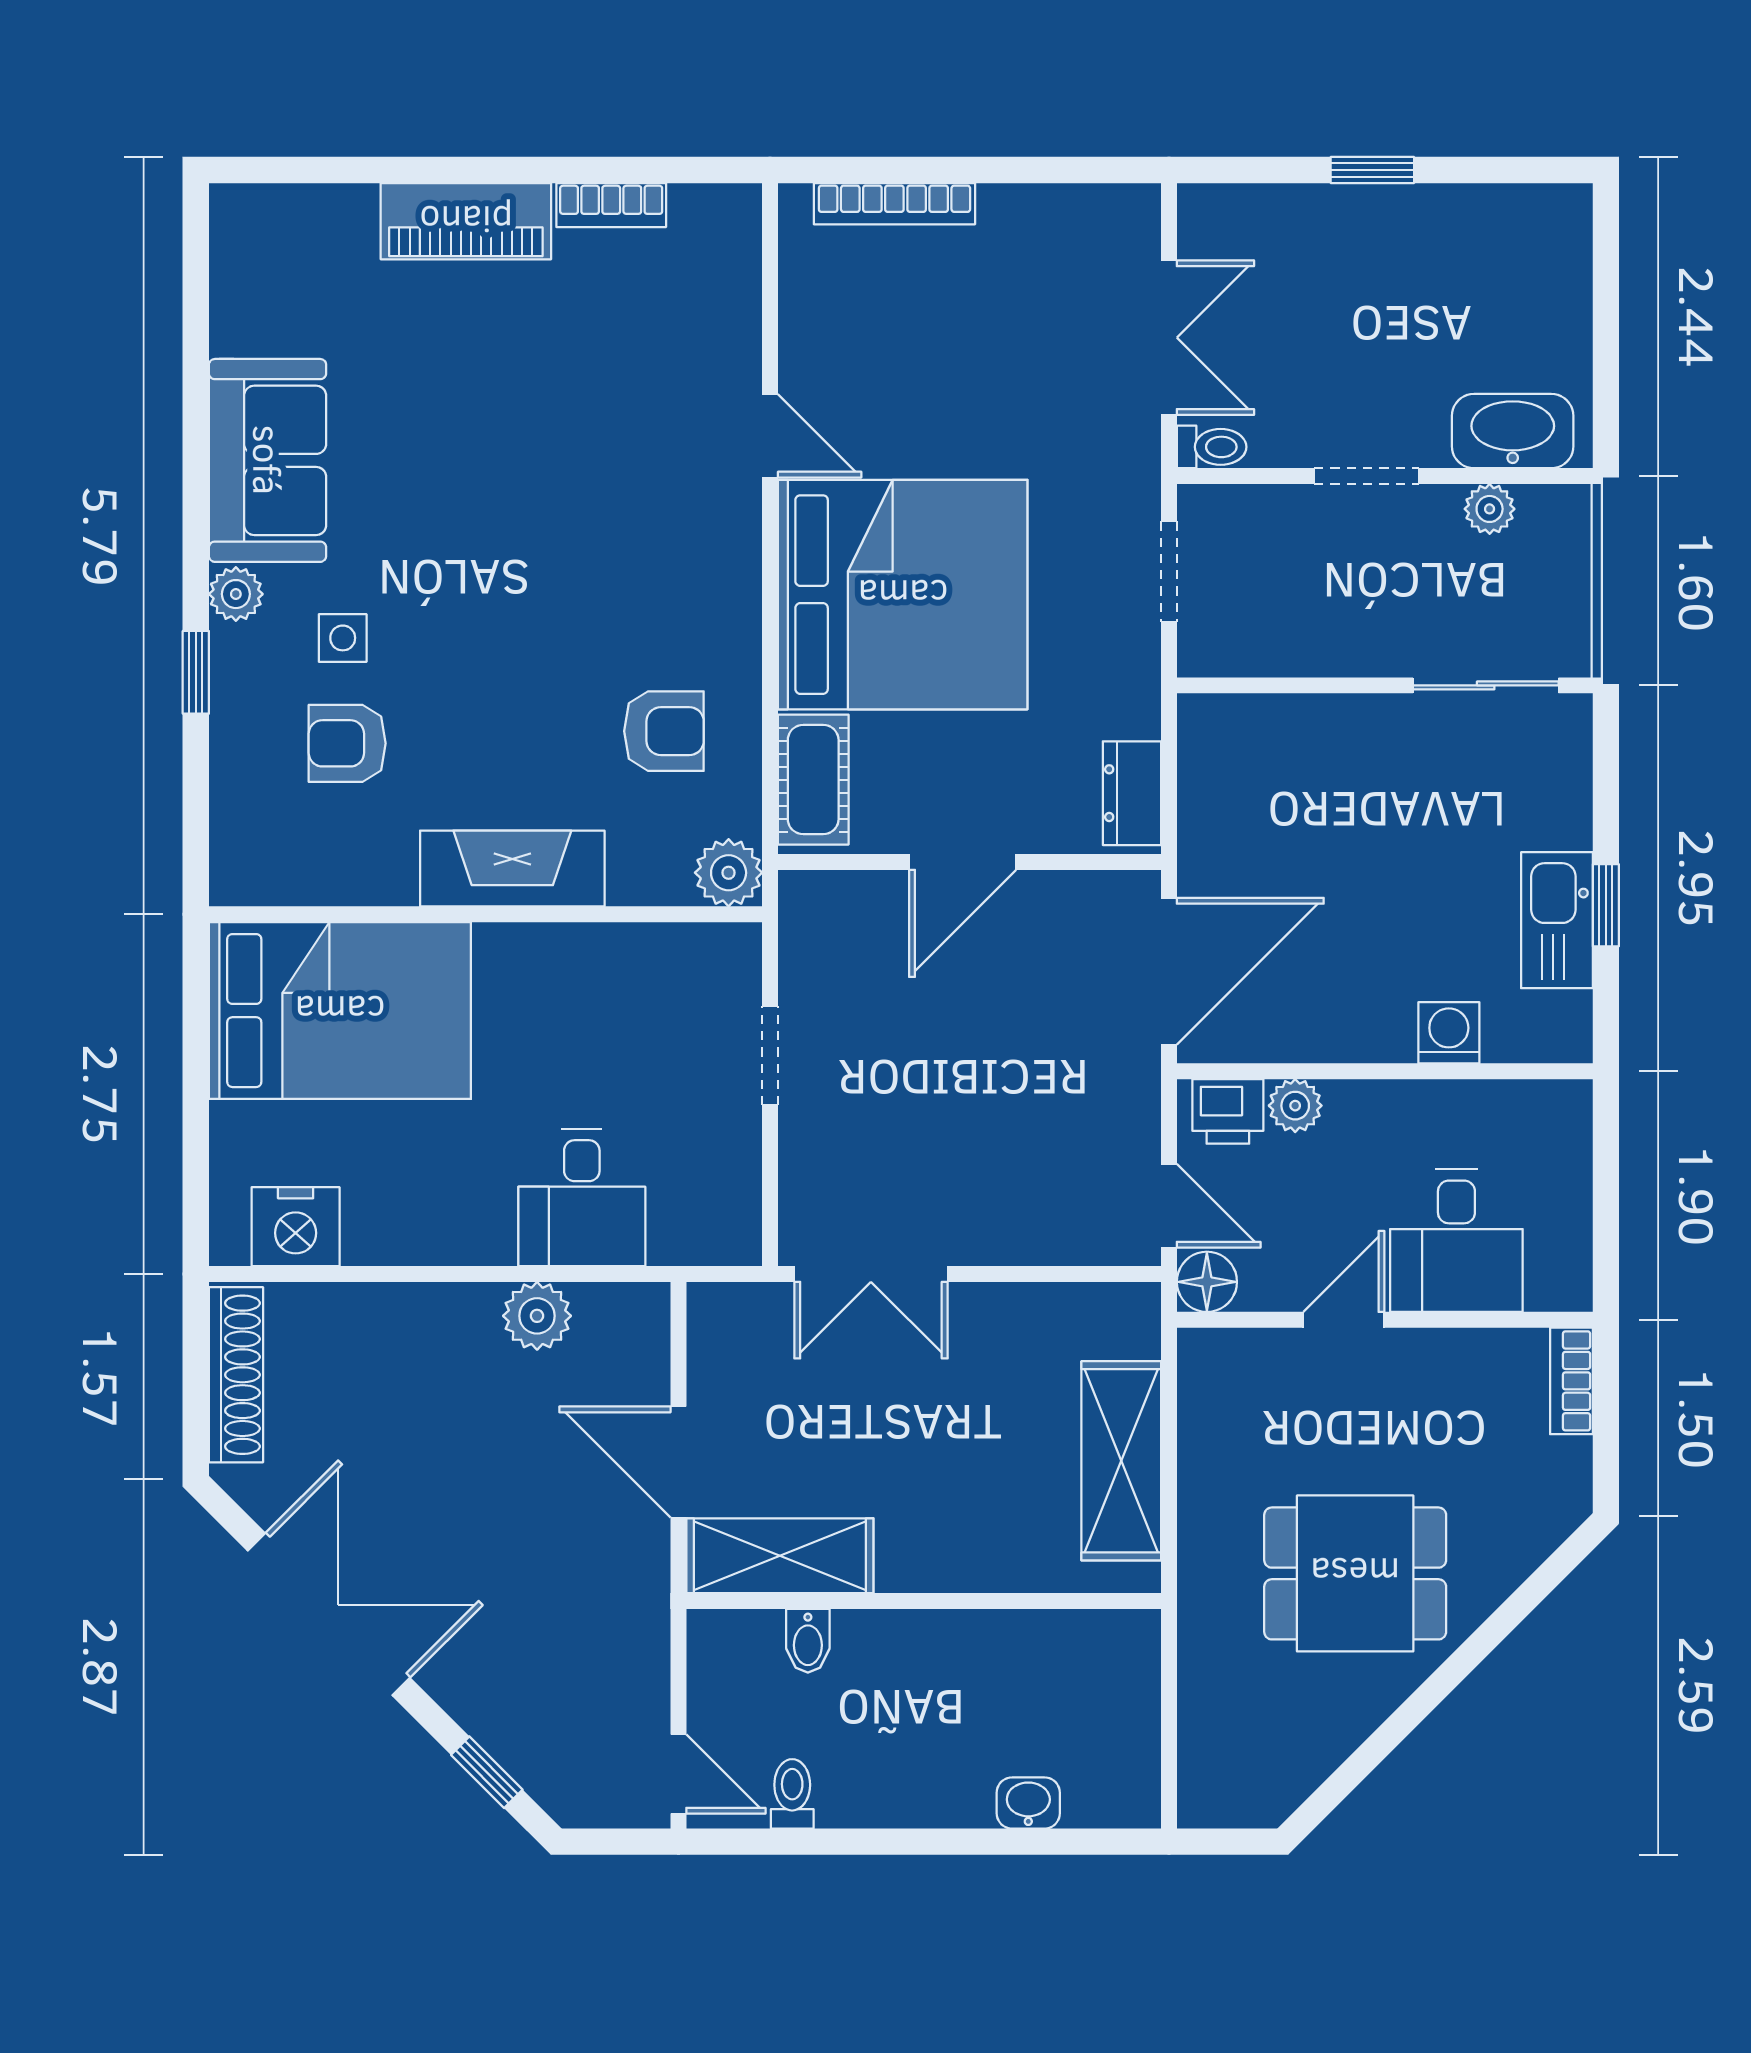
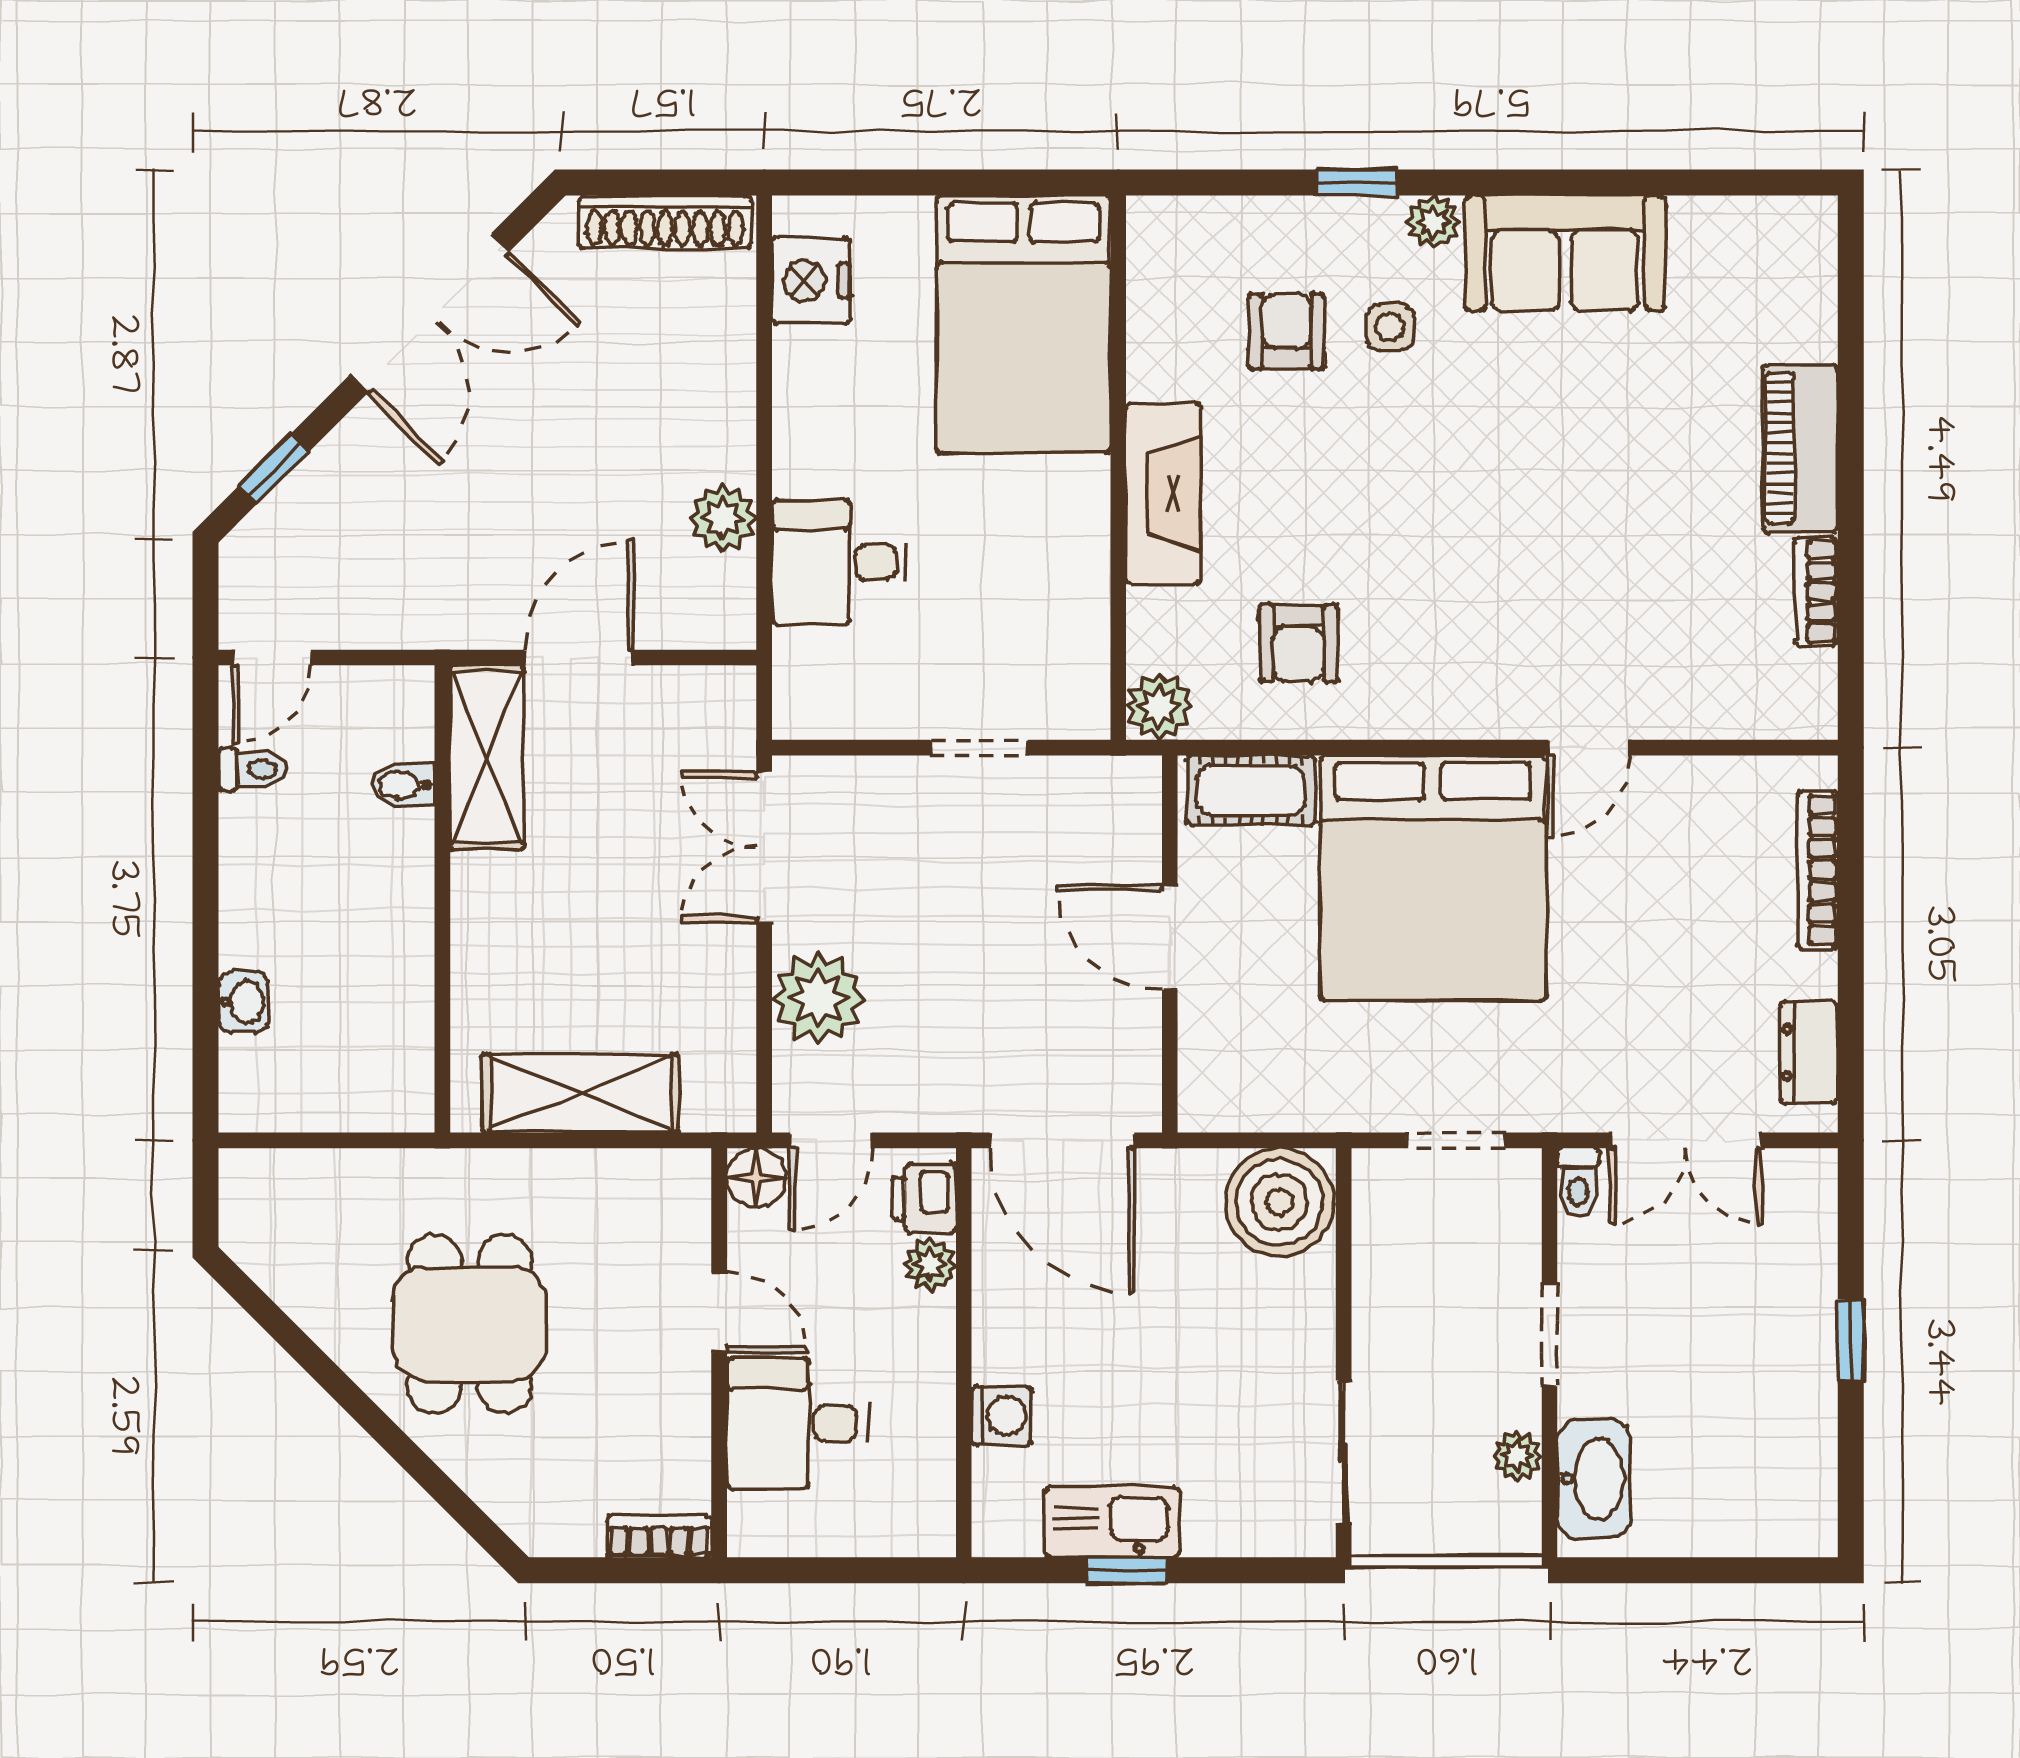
boiler: (1232, 751) -> (1279, 1202), added
dresser: (1132, 793) -> (1809, 1052), moved, turned -90
plant: (1025, 1219) -> (818, 998), added

